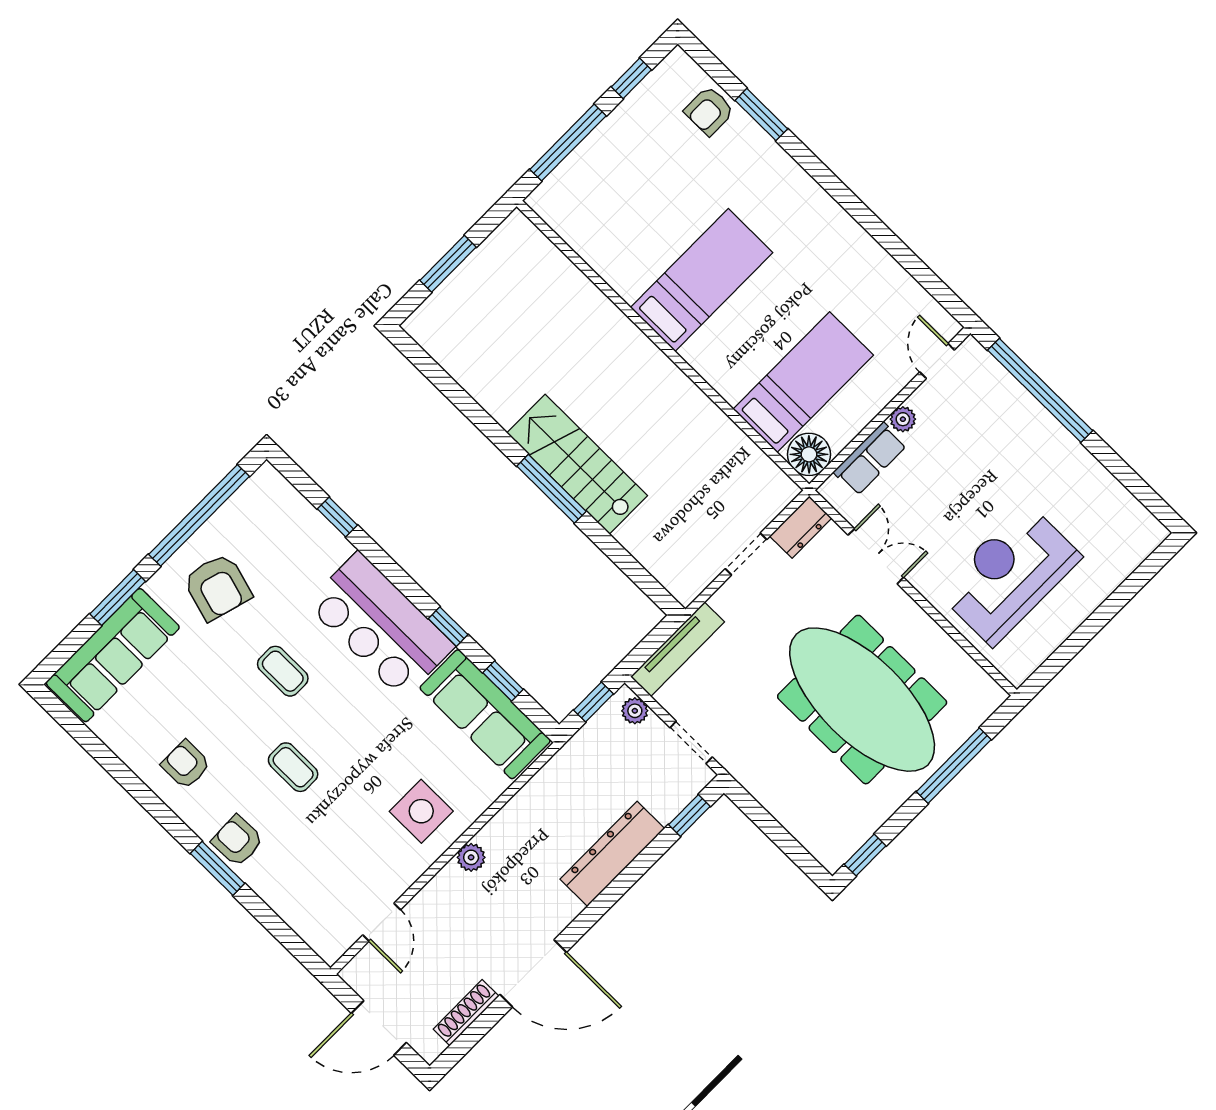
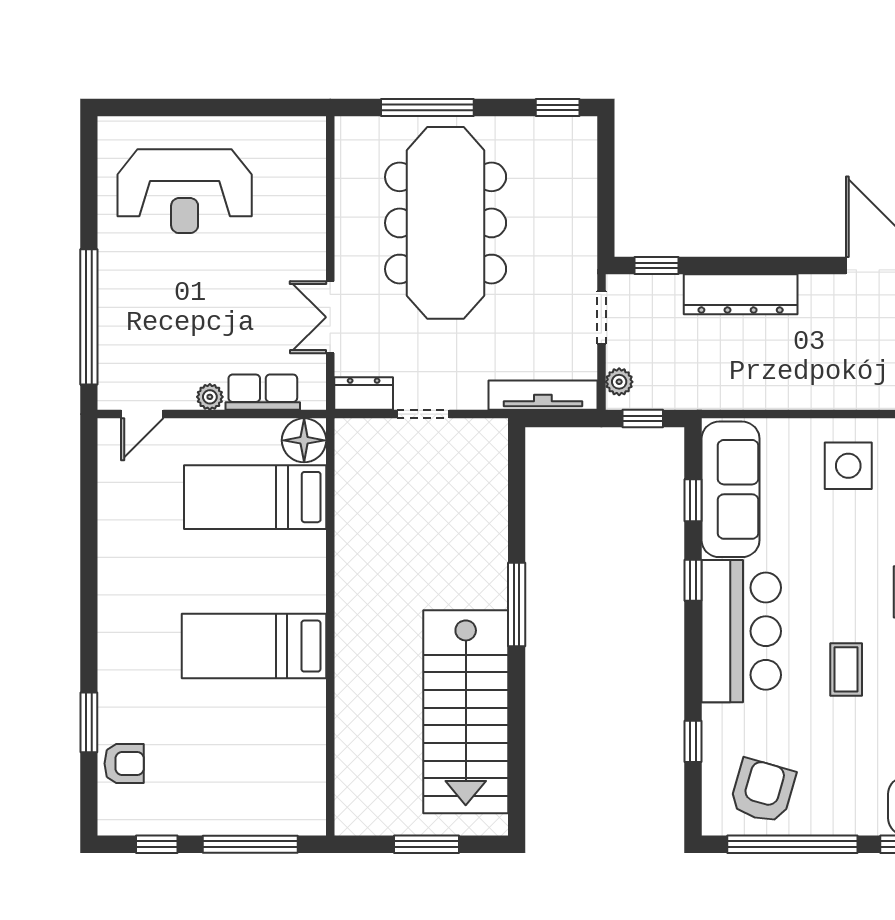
stairs: (577, 464) -> (466, 712), moved, width x1.36, depth x1.51
reception desk: (1009, 574) -> (185, 191), moved
armchair: (218, 587) -> (763, 791), moved
plant: (471, 857) -> (846, 396), removed

